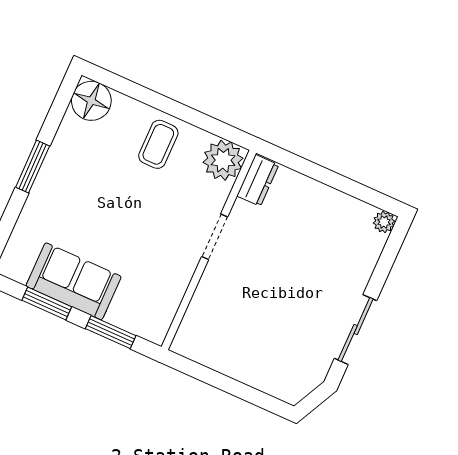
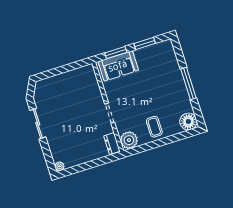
window: (33, 167) -> (188, 83), width x1.44
sofa: (74, 281) -> (118, 66), moved

